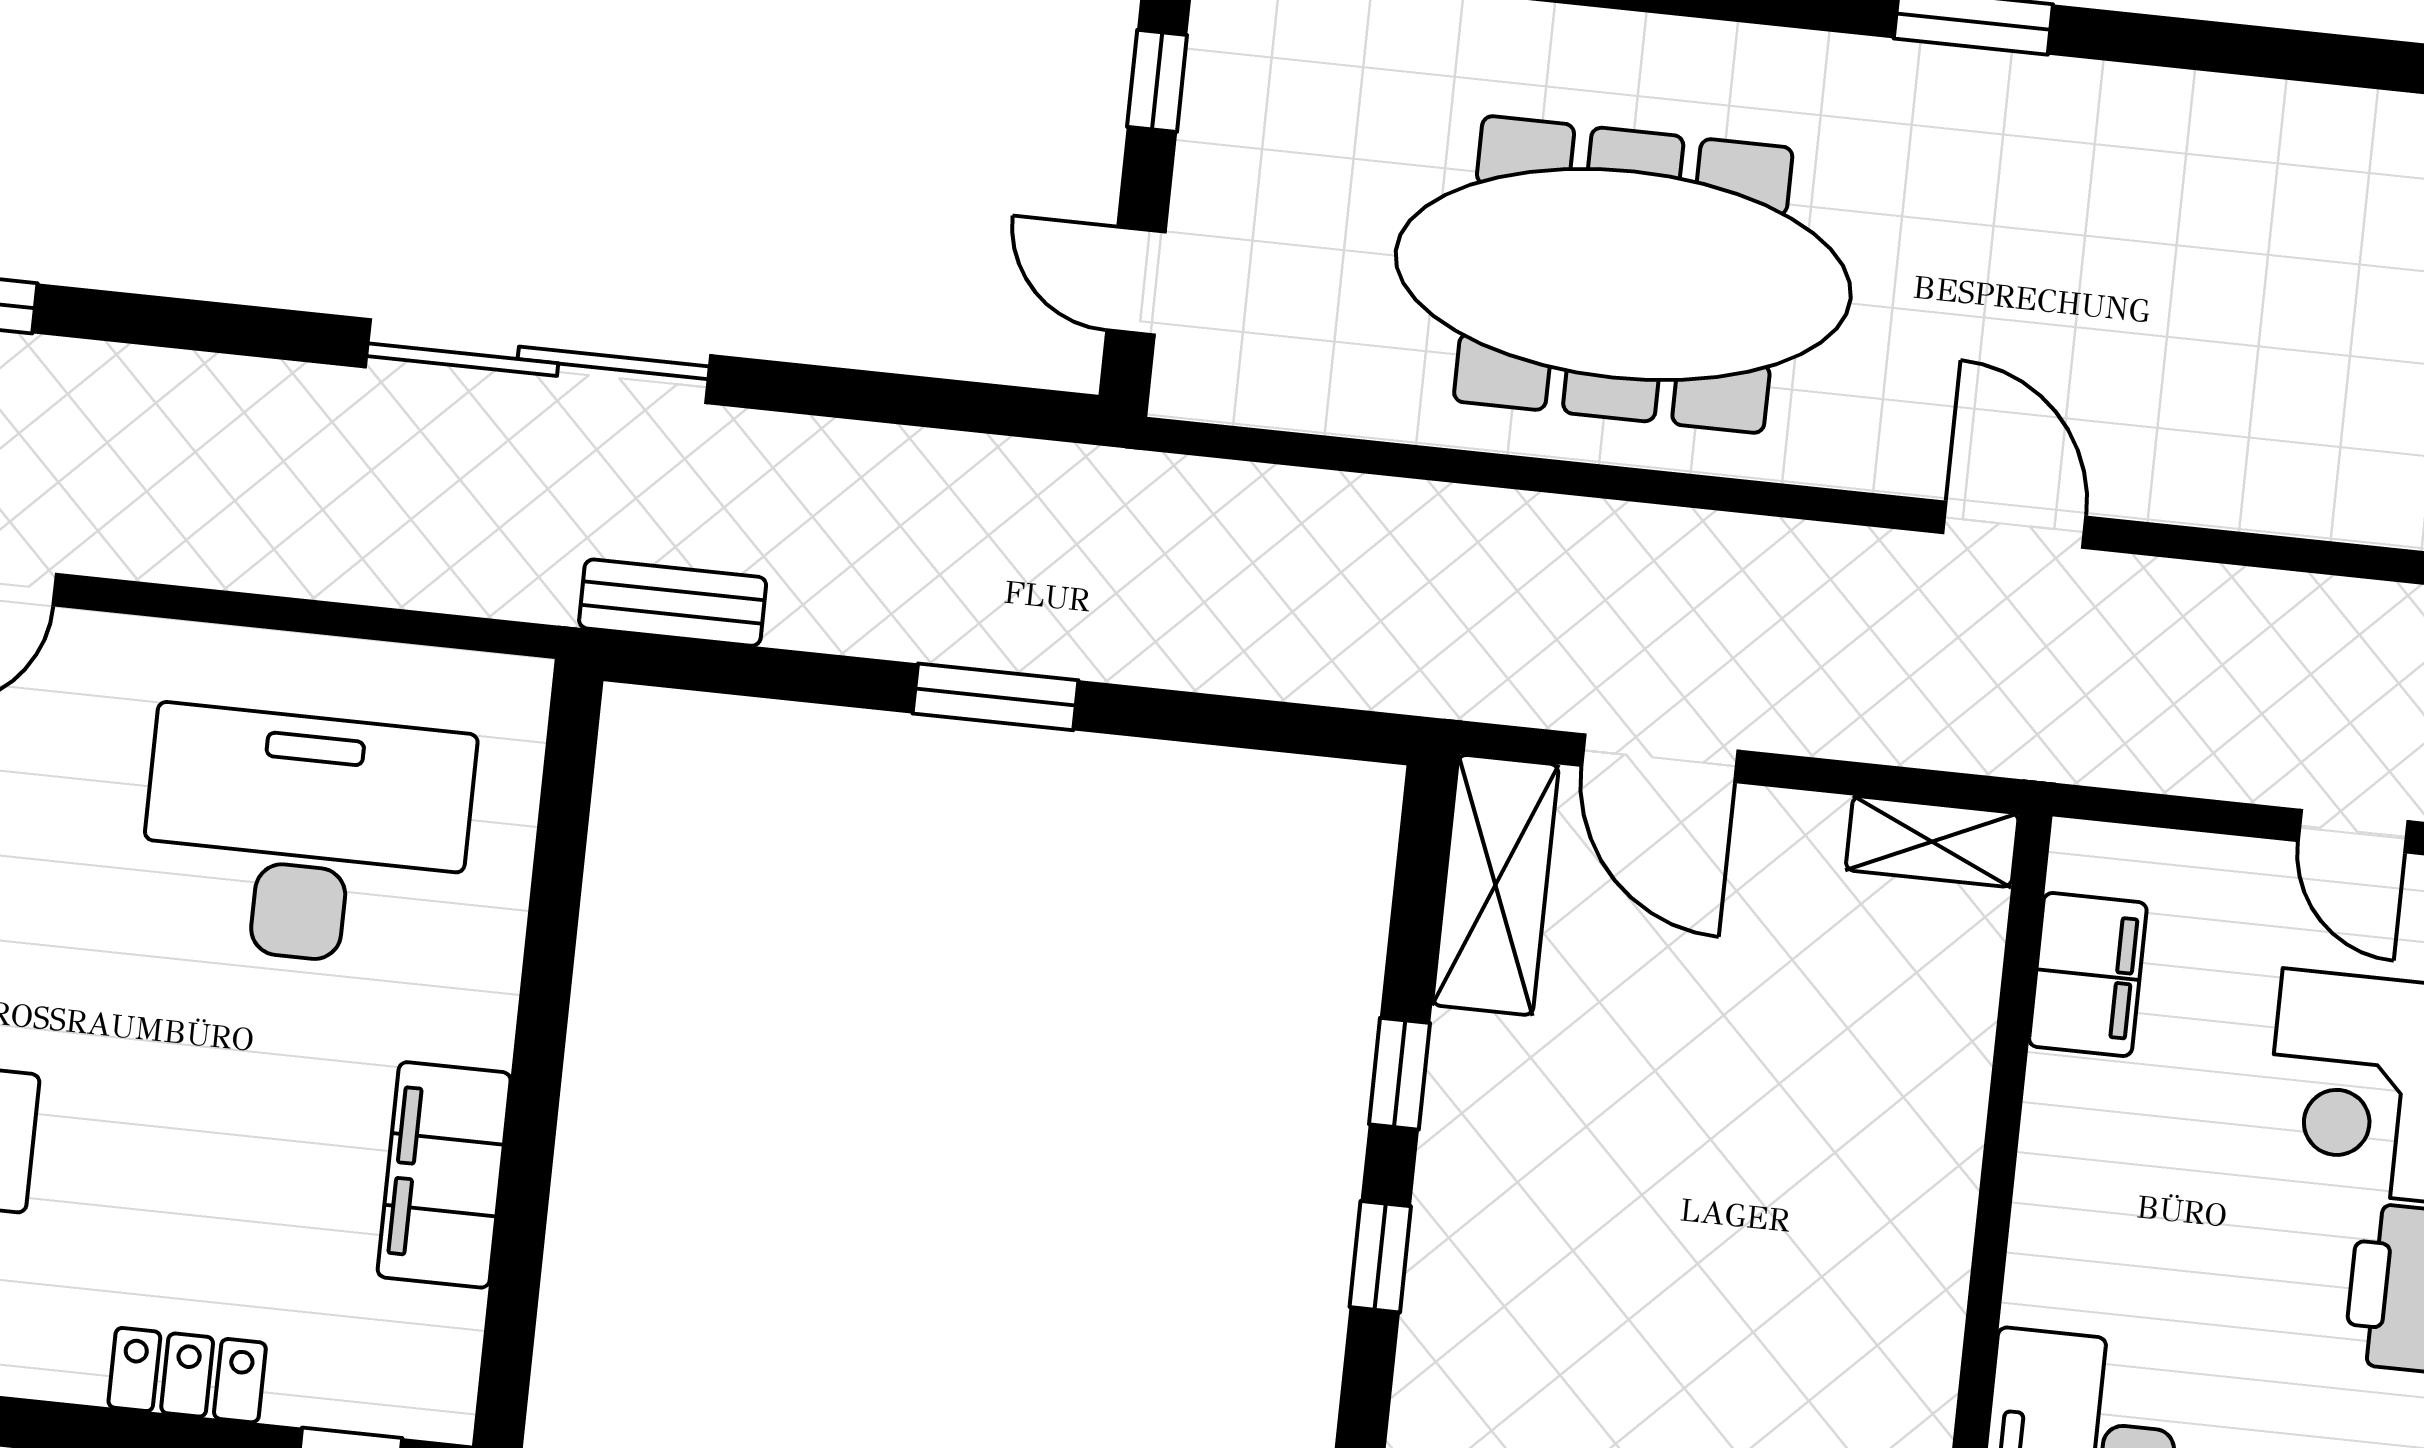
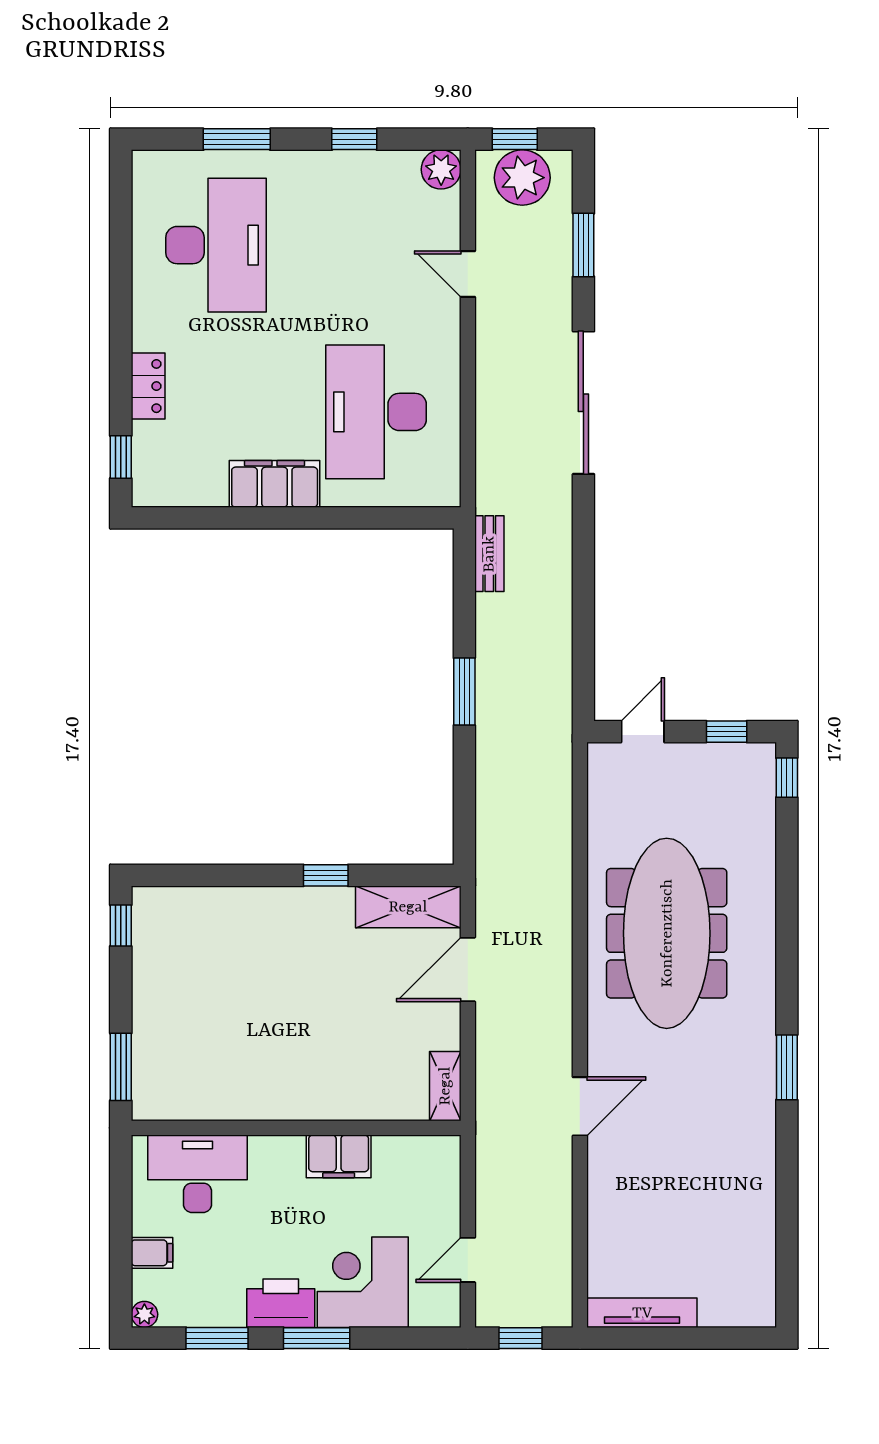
sliding door: (538, 361) -> (583, 403), moved
desk: (306, 837) -> (376, 412), turned 180
filing cabinet: (2088, 975) -> (339, 1156), moved
filing cabinet: (444, 1175) -> (275, 484), moved
window: (1380, 1257) -> (249, 875), removed

